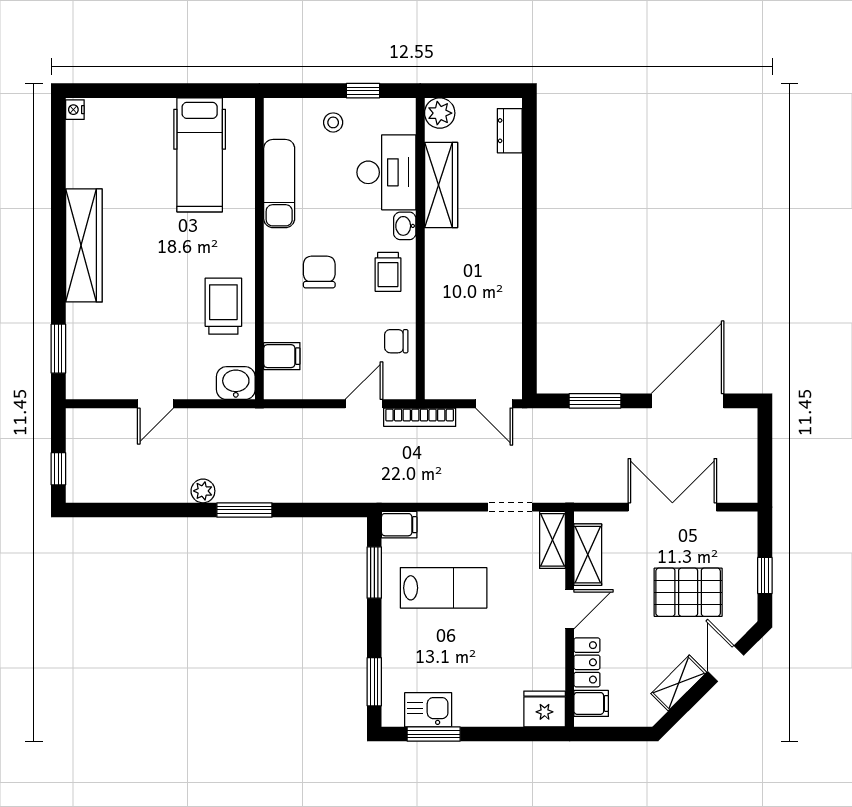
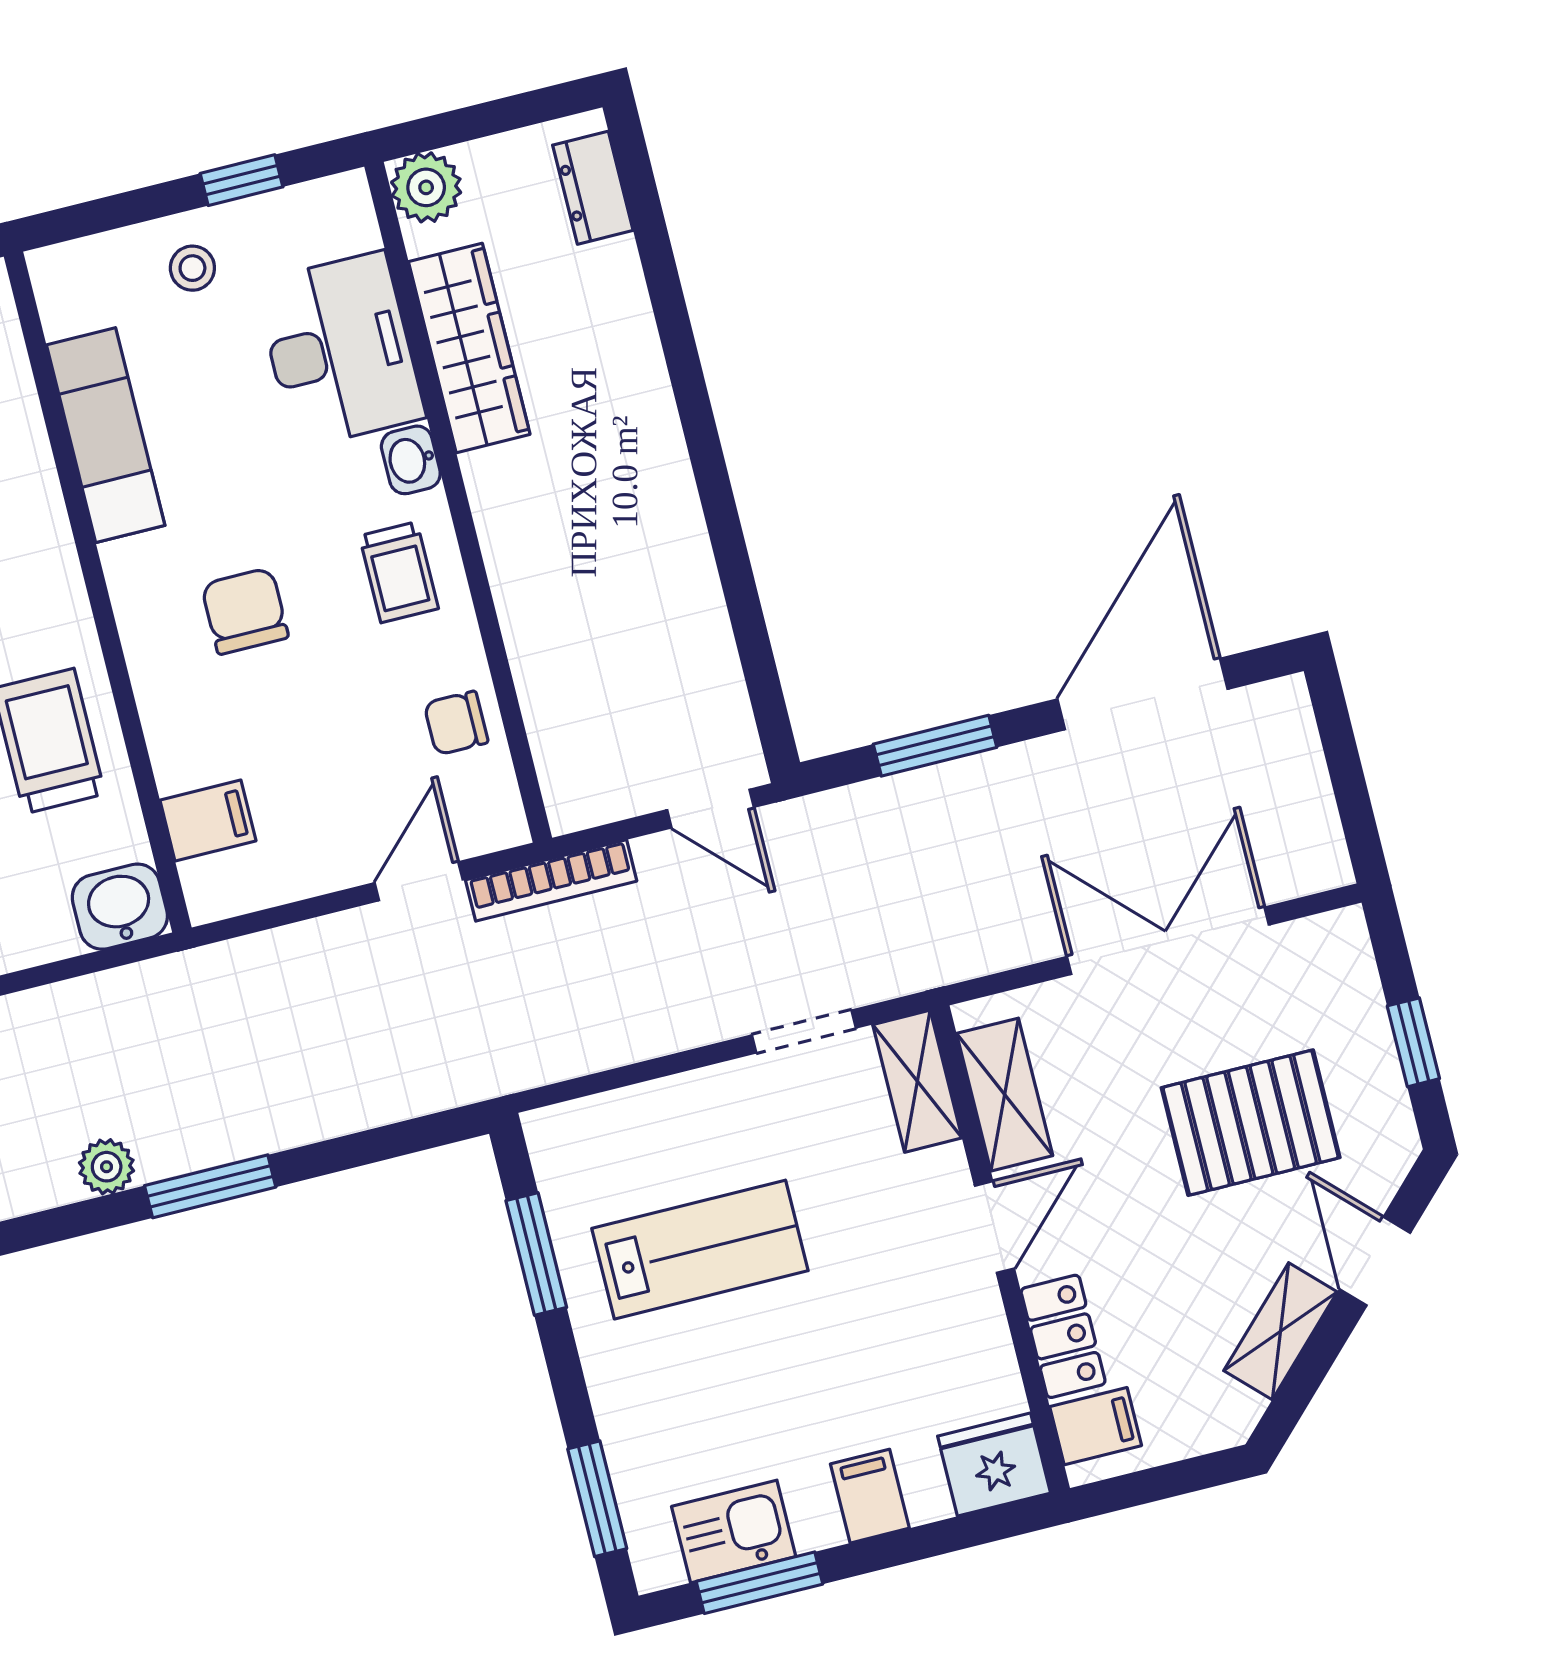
filing cabinet: (399, 525) -> (870, 1496), moved, turned -90

